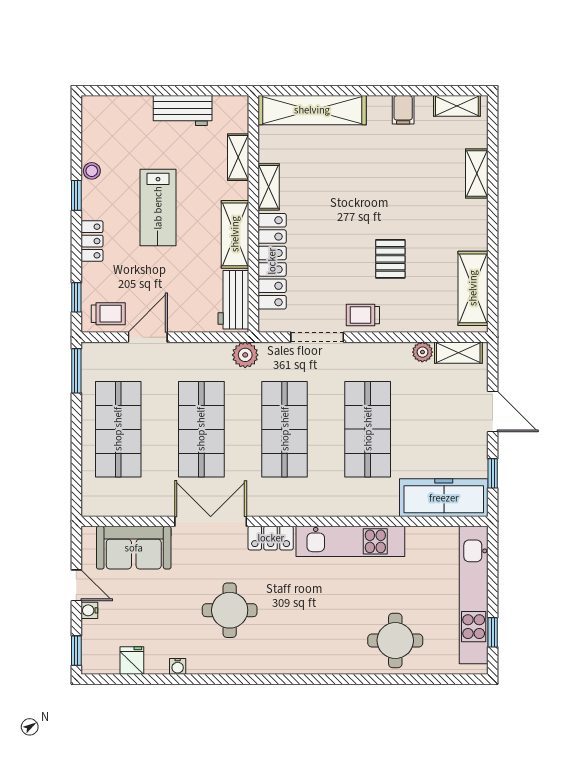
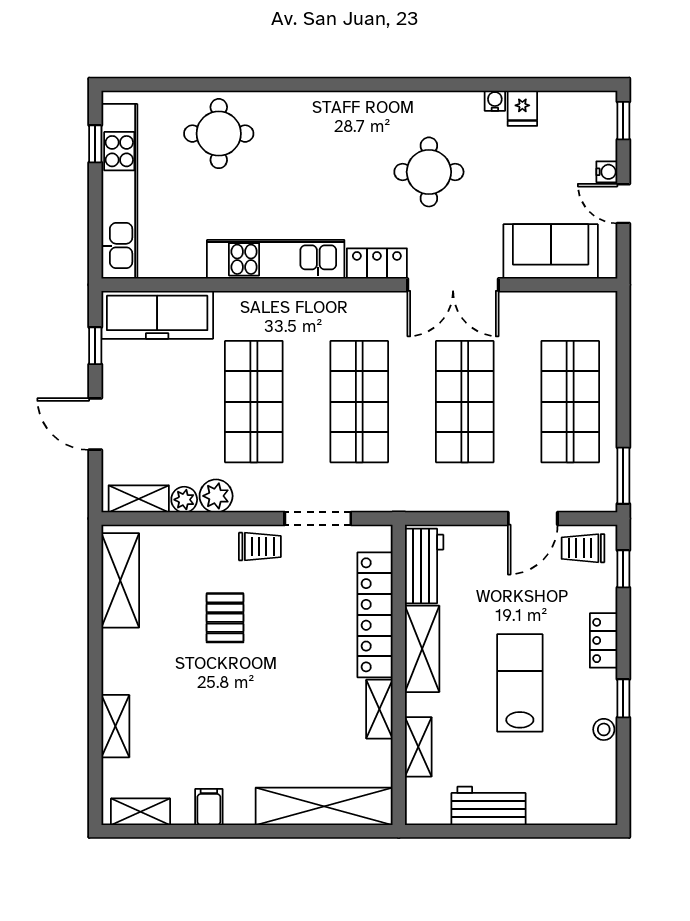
plant: (245, 355) -> (216, 496), moved
fridge: (132, 660) -> (522, 108), moved

